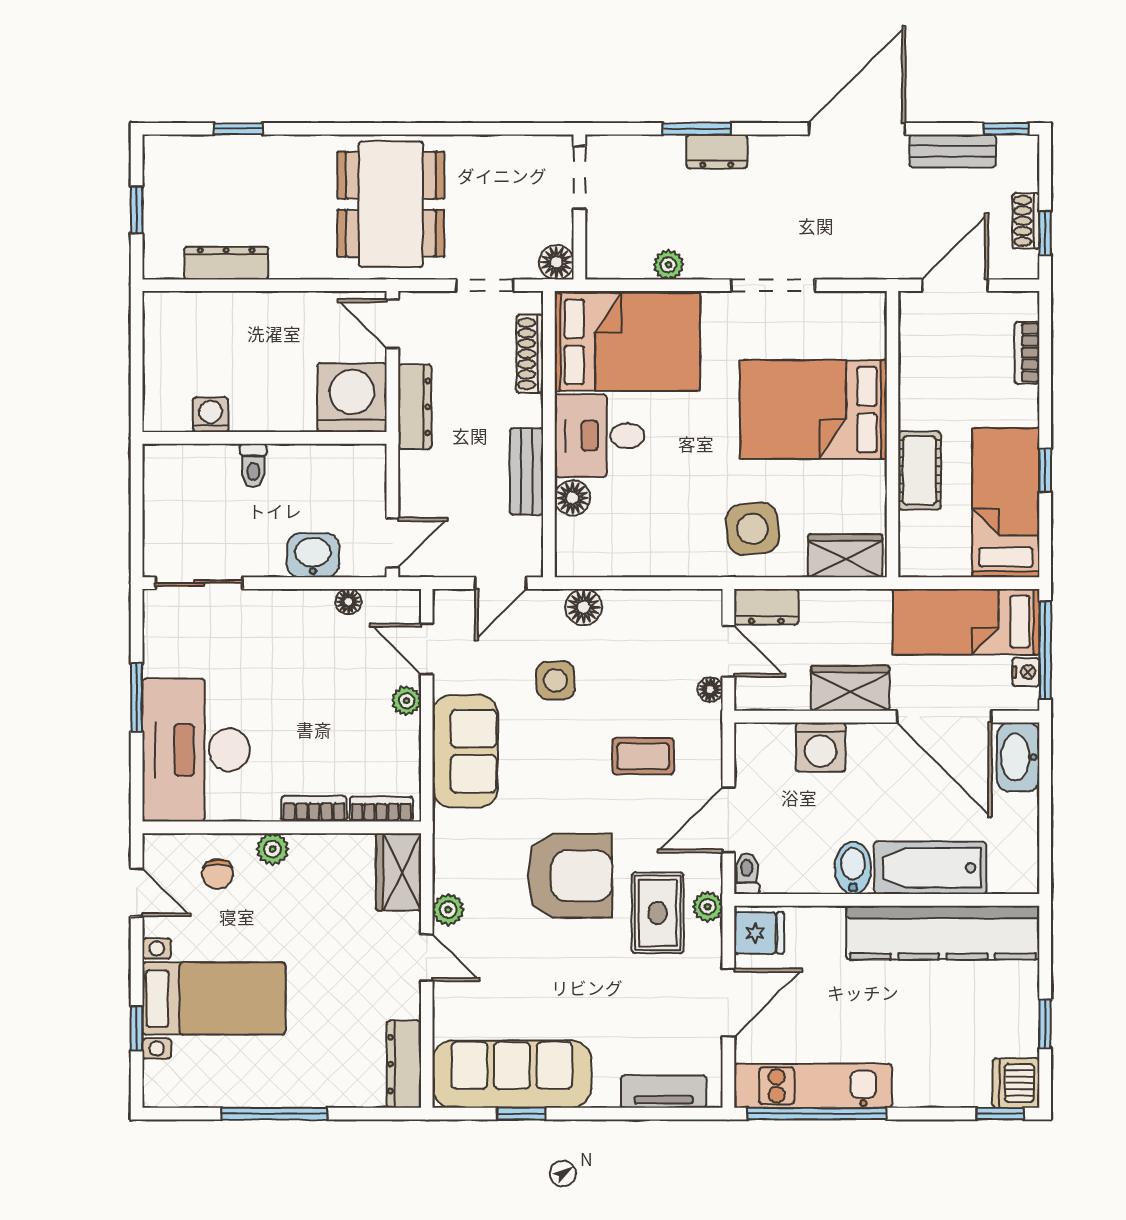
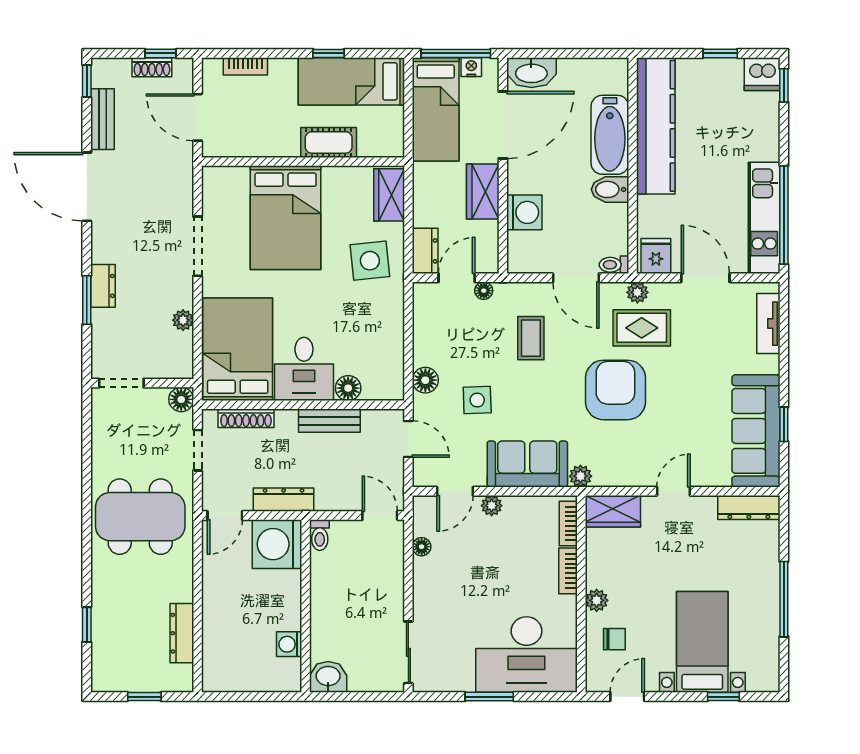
toilet: (253, 466) -> (320, 535), moved, turned 90
washbasin: (313, 555) -> (328, 677), moved, turned 90
plant: (448, 910) -> (580, 476), moved

